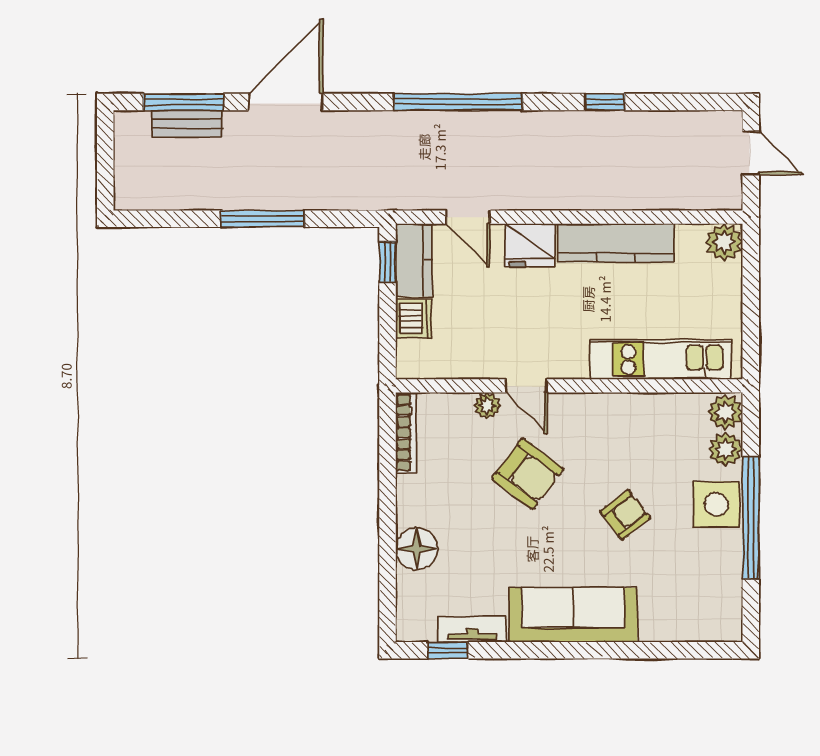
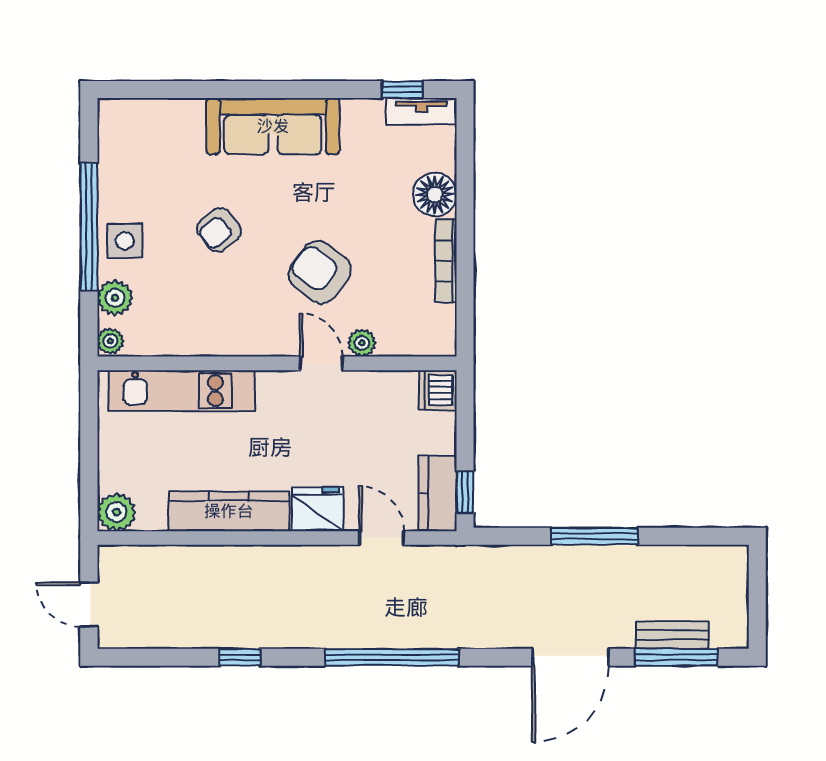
dishwasher: (414, 319) -> (438, 390), moved
plant: (725, 412) -> (110, 341), width x0.73, depth x0.73
bookcase: (406, 433) -> (446, 261), moved
side table: (716, 504) -> (125, 241), width x0.73, depth x0.73
tv unit: (472, 629) -> (422, 111), moved

